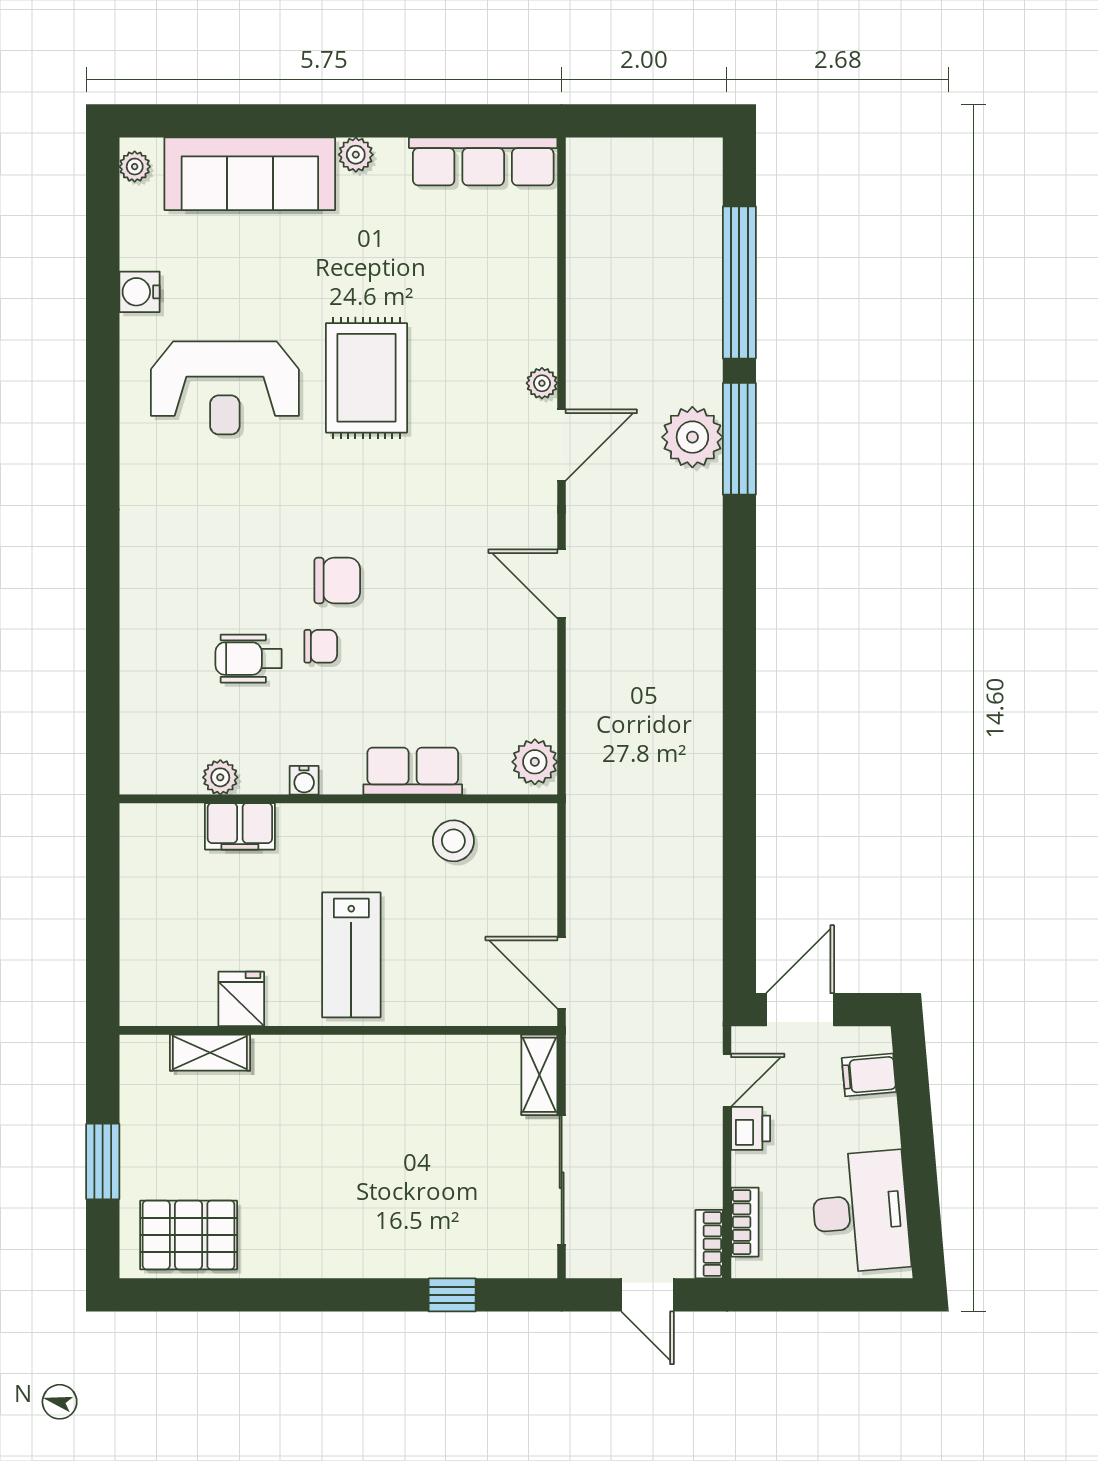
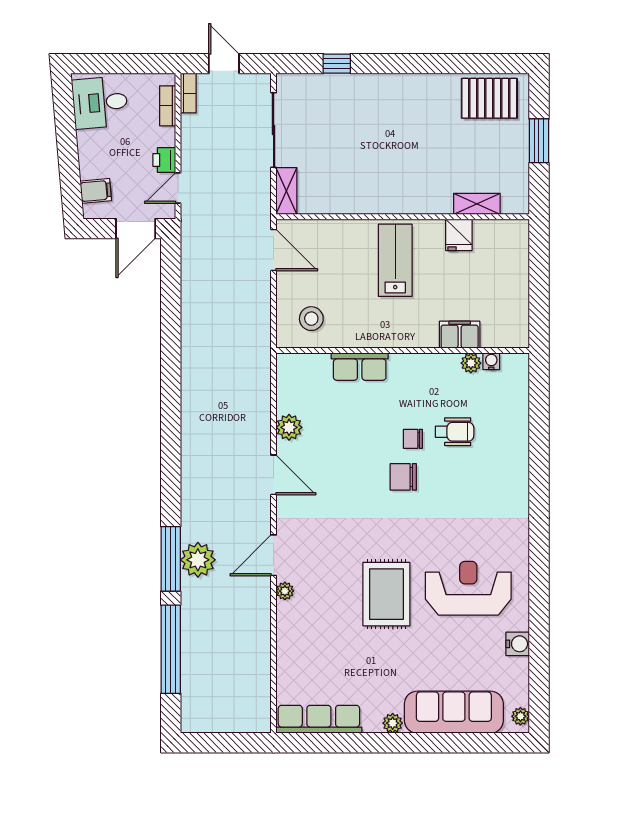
plant: (535, 762) -> (289, 427), moved
water cooler: (304, 780) -> (491, 361), moved
stool: (453, 841) -> (311, 319), moved
desk: (860, 1212) -> (100, 103), width x0.73

